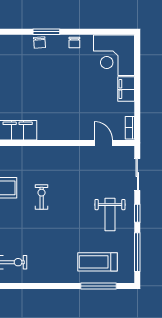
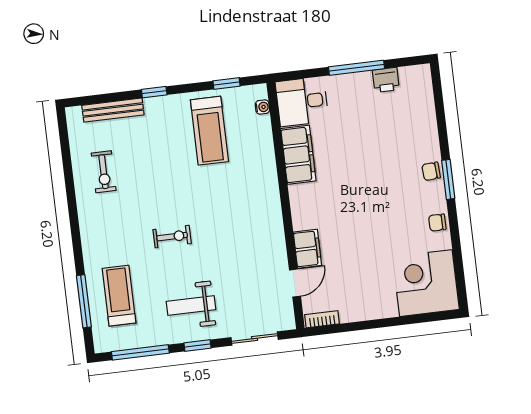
filing cabinet: (126, 89) -> (307, 249), moved, turned 90
exercise bike: (42, 197) -> (172, 237), moved

